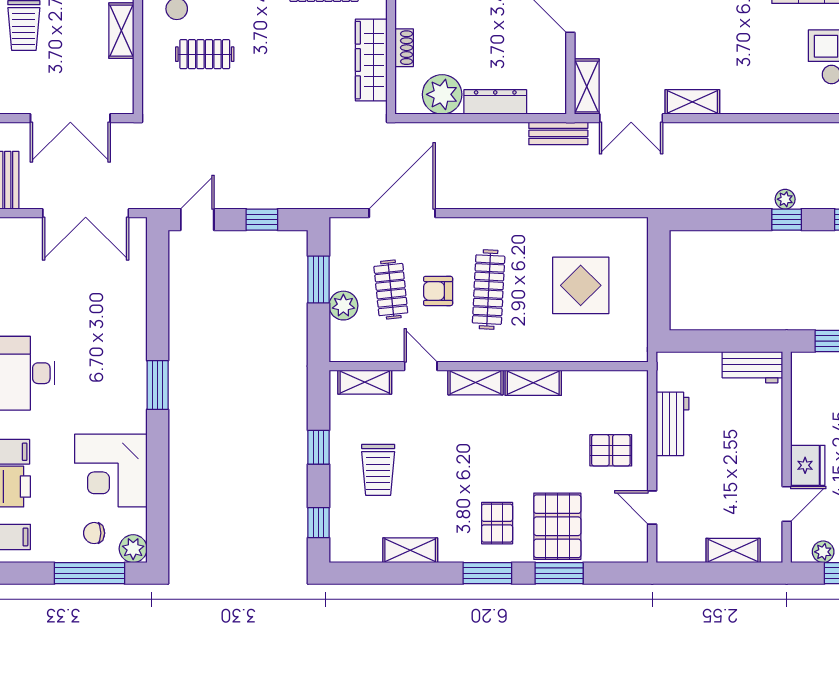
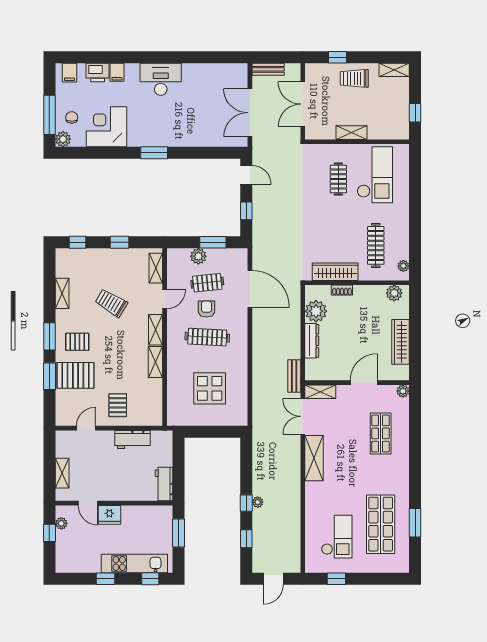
shelving: (692, 102) -> (314, 458), width x1.50, depth x1.33
trolley: (378, 470) -> (111, 303), moved, turned 31

